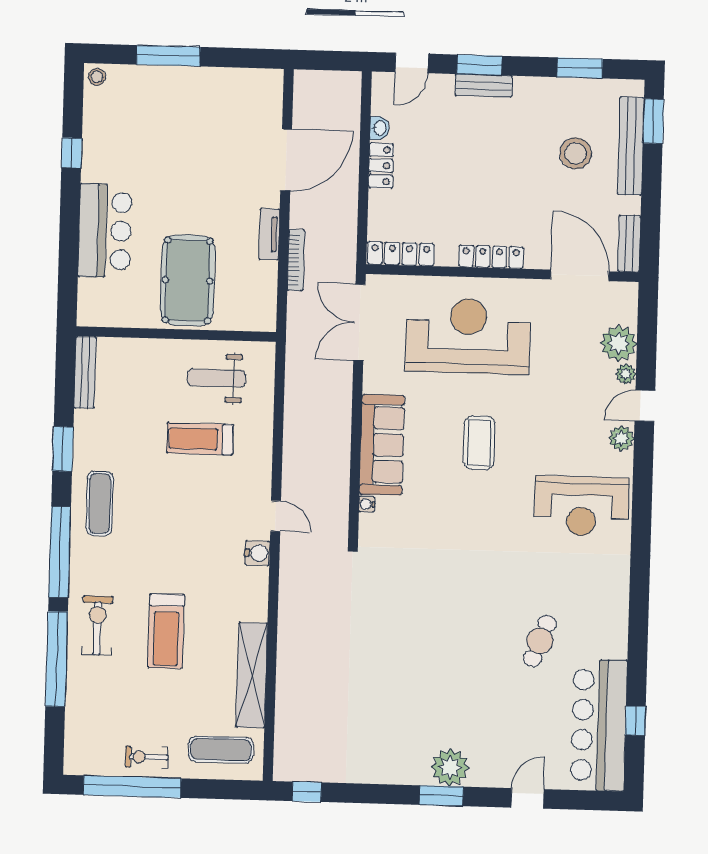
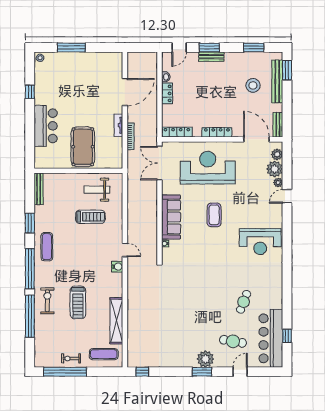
plant: (621, 438) -> (277, 154), moved
treadmill: (200, 439) -> (90, 217), turned 180
cafe table: (513, 729) -> (233, 341), added

